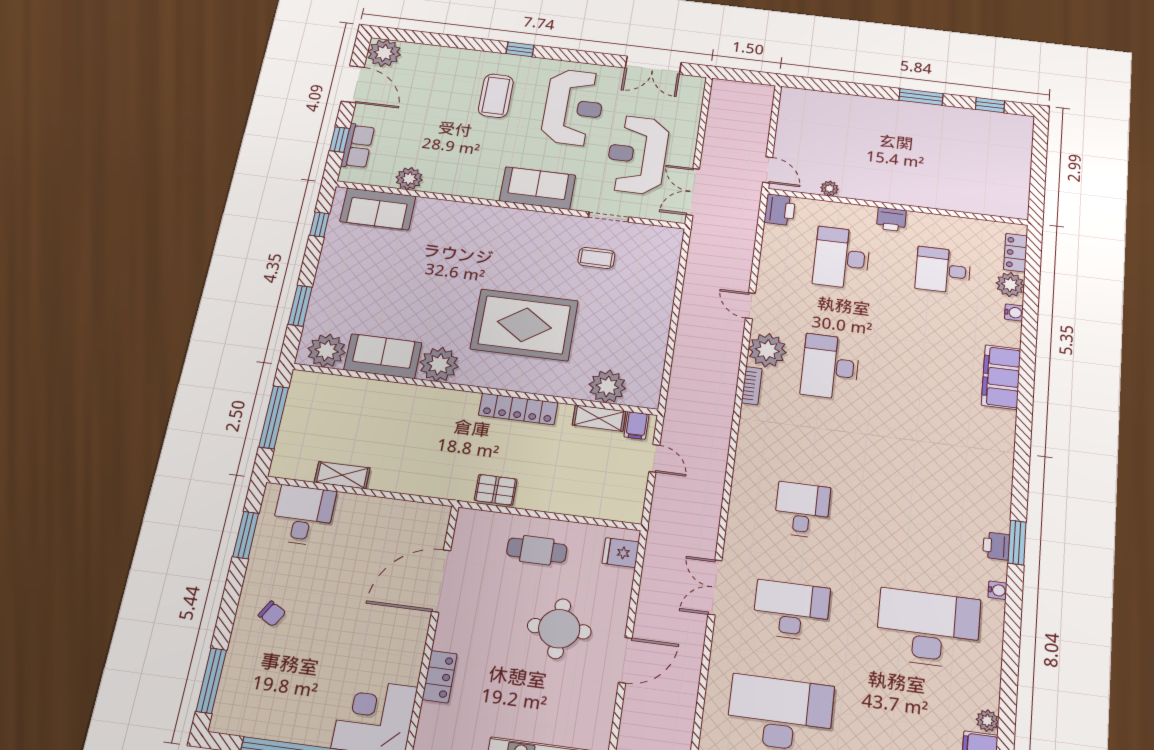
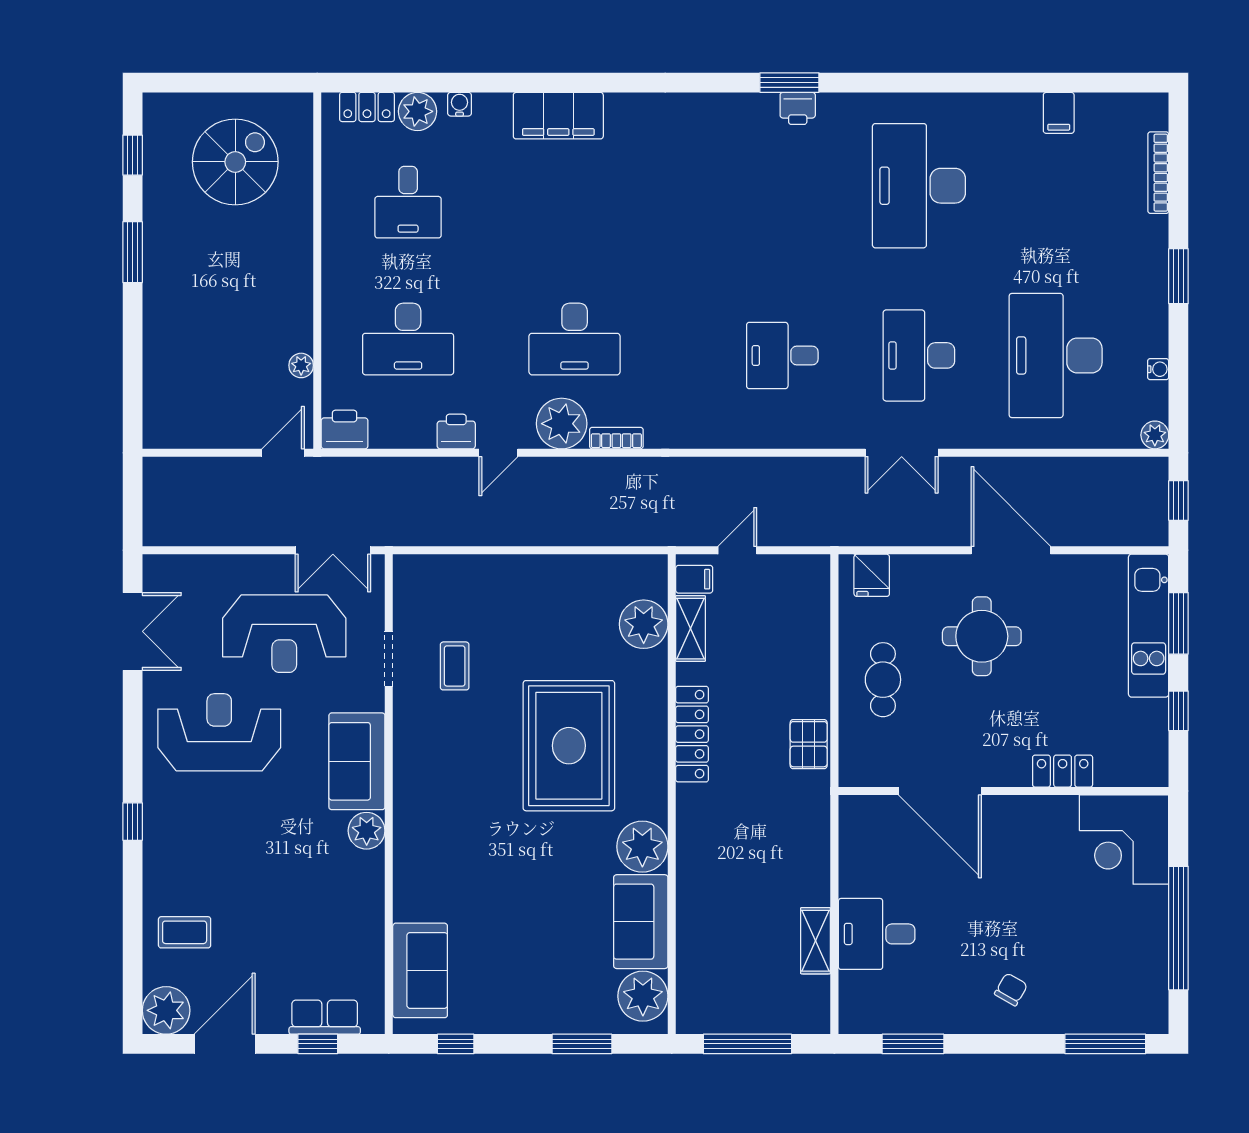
coffee table: (496, 96) -> (185, 932), moved, width x0.73, depth x0.77
spiral stairs: (981, 166) -> (235, 162), added
plant: (409, 179) -> (367, 831), moved
printer: (891, 219) -> (456, 432), moved, turned -90
desk: (303, 515) -> (877, 934), moved
water cooler: (997, 590) -> (857, 104), removed
door: (625, 660) -> (1011, 550), width x1.36
plant: (987, 721) -> (1027, 106), removed

